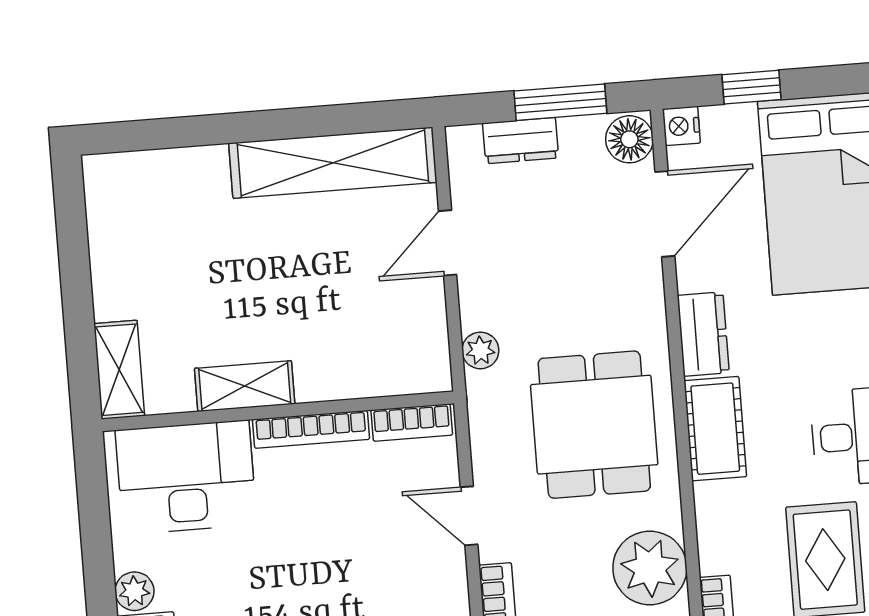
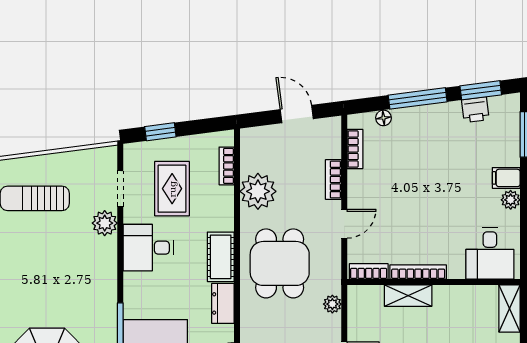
shelving: (245, 386) -> (408, 296), moved
desk: (186, 477) -> (490, 253), width x0.73
door: (469, 516) -> (344, 224), hinge flipped

